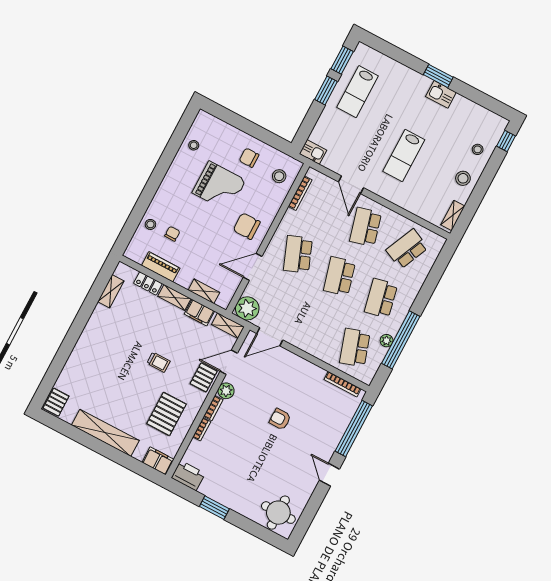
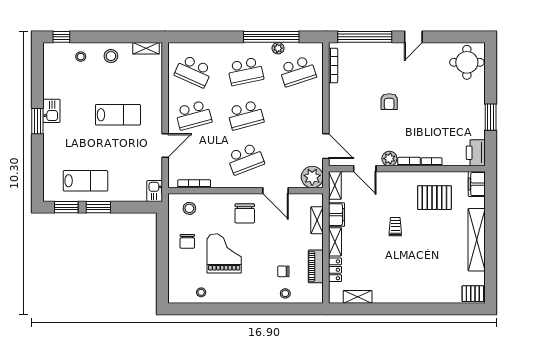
pallet: (204, 377) -> (388, 183), removed

